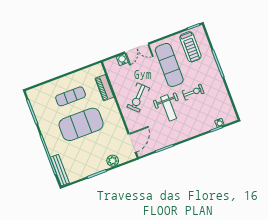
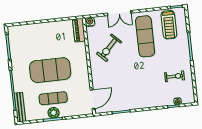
water cooler: (122, 60) -> (90, 22), moved
piano: (104, 88) -> (79, 30), moved
exercise bike: (193, 92) -> (175, 76), moved
exercise mat: (71, 96) -> (53, 98), moved
exercise bike: (138, 98) -> (109, 48), moved
weight bench: (168, 108) -> (134, 76), removed
plant: (113, 161) -> (54, 113), moved

